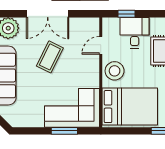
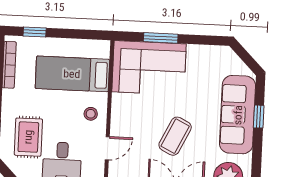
stool: (115, 71) -> (91, 114), width x0.53, depth x0.53
bed: (130, 107) -> (72, 74), width x0.67

